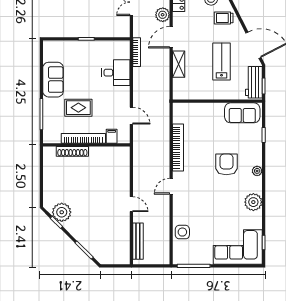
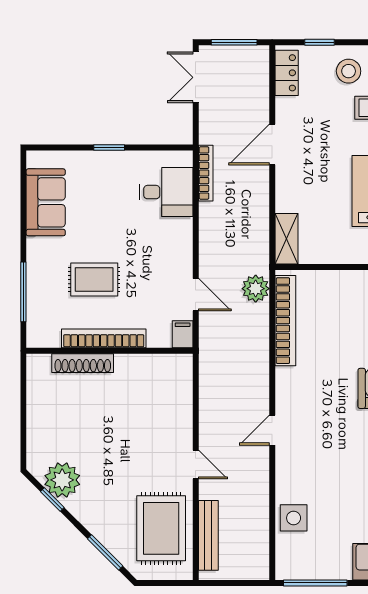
plant: (163, 15) -> (256, 289), moved
shelving: (179, 64) -> (287, 239), moved
desk: (116, 73) -> (166, 192), moved
sofa: (53, 80) -> (46, 202), moved
filing cabinet: (112, 136) -> (183, 334), moved
bookcase: (178, 148) -> (285, 321), moved
rug: (113, 237) -> (161, 528), added

